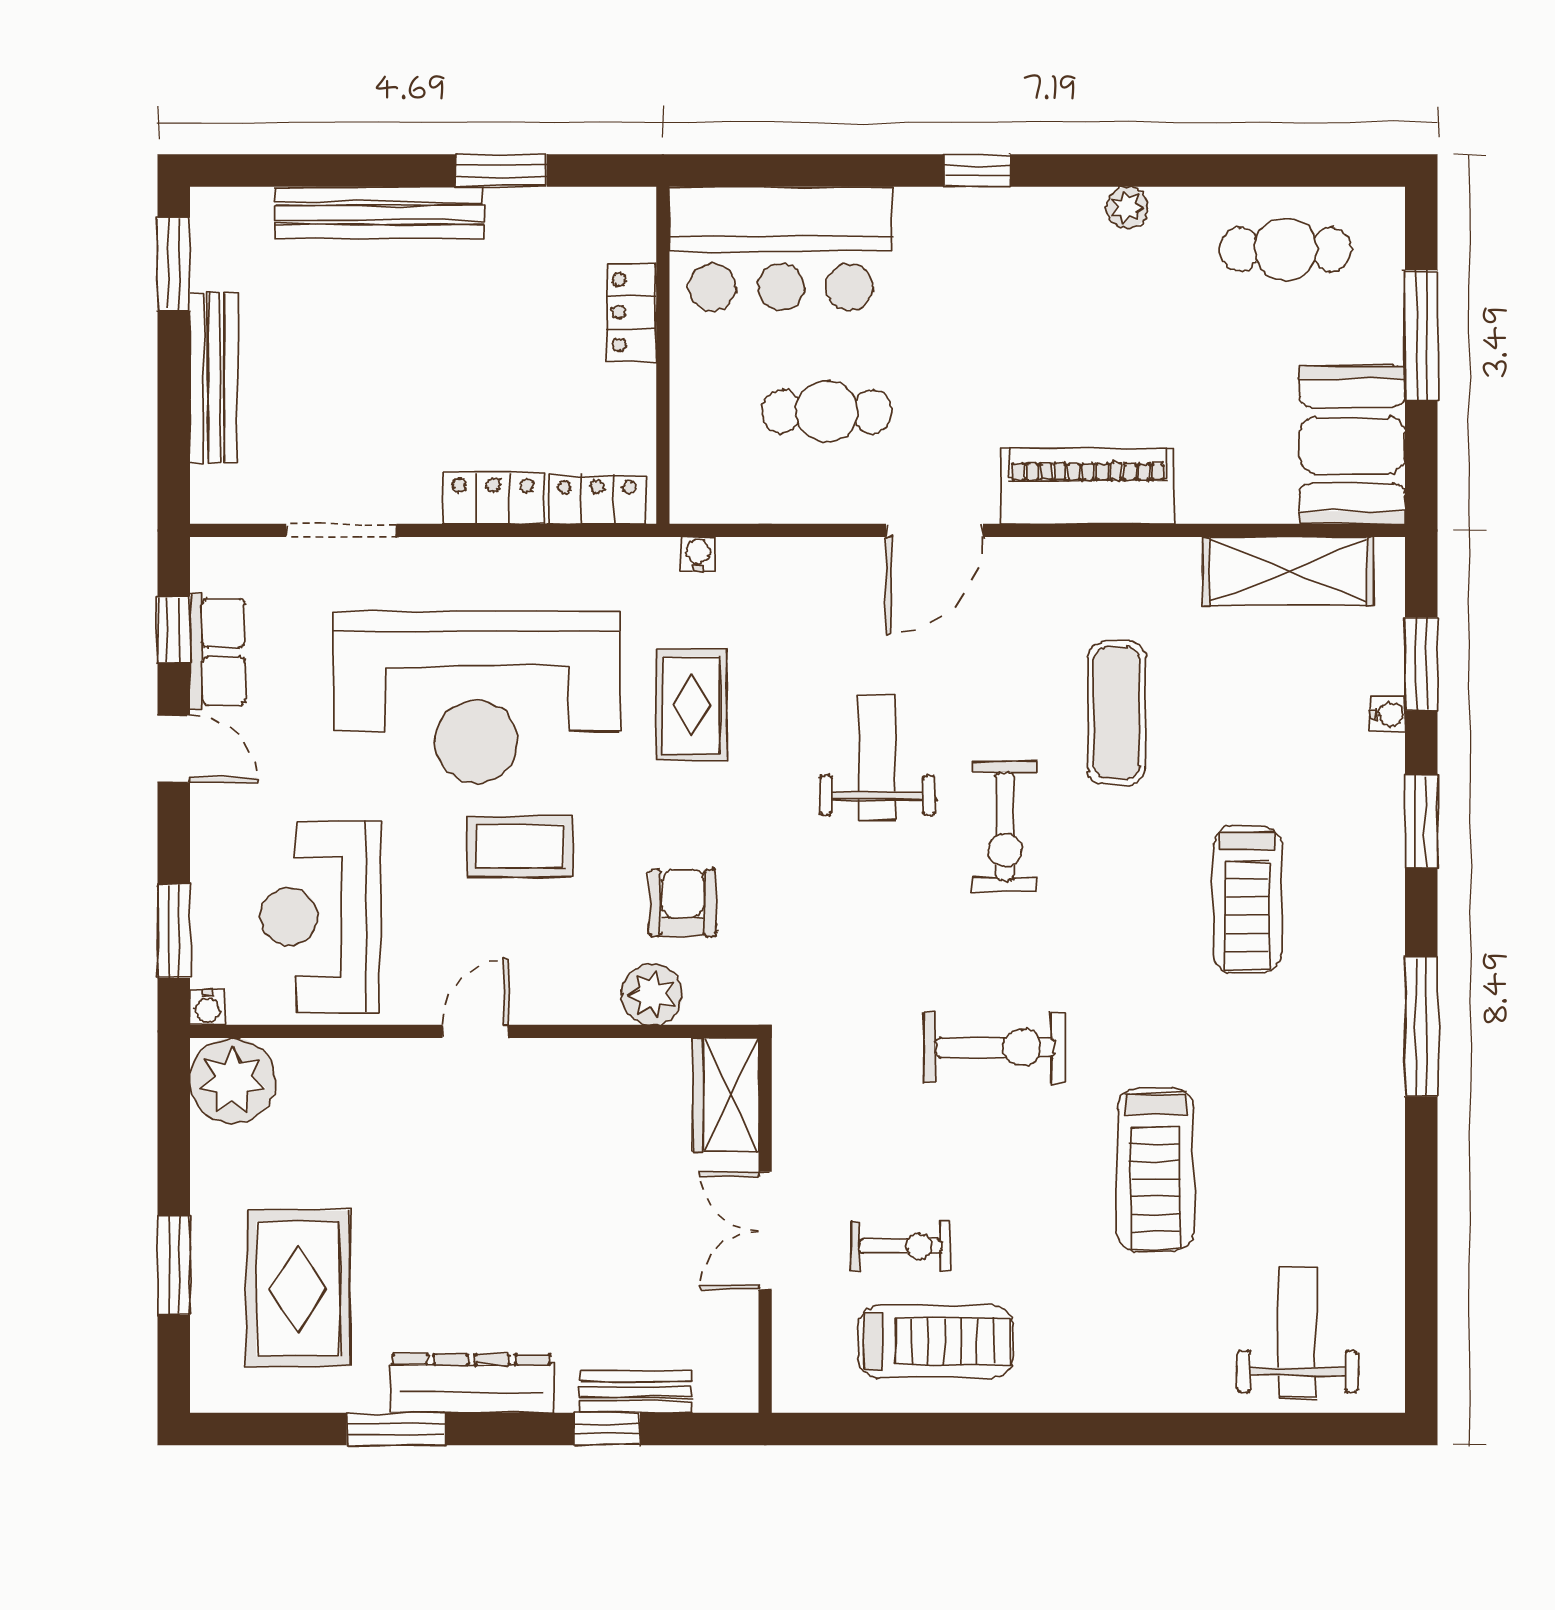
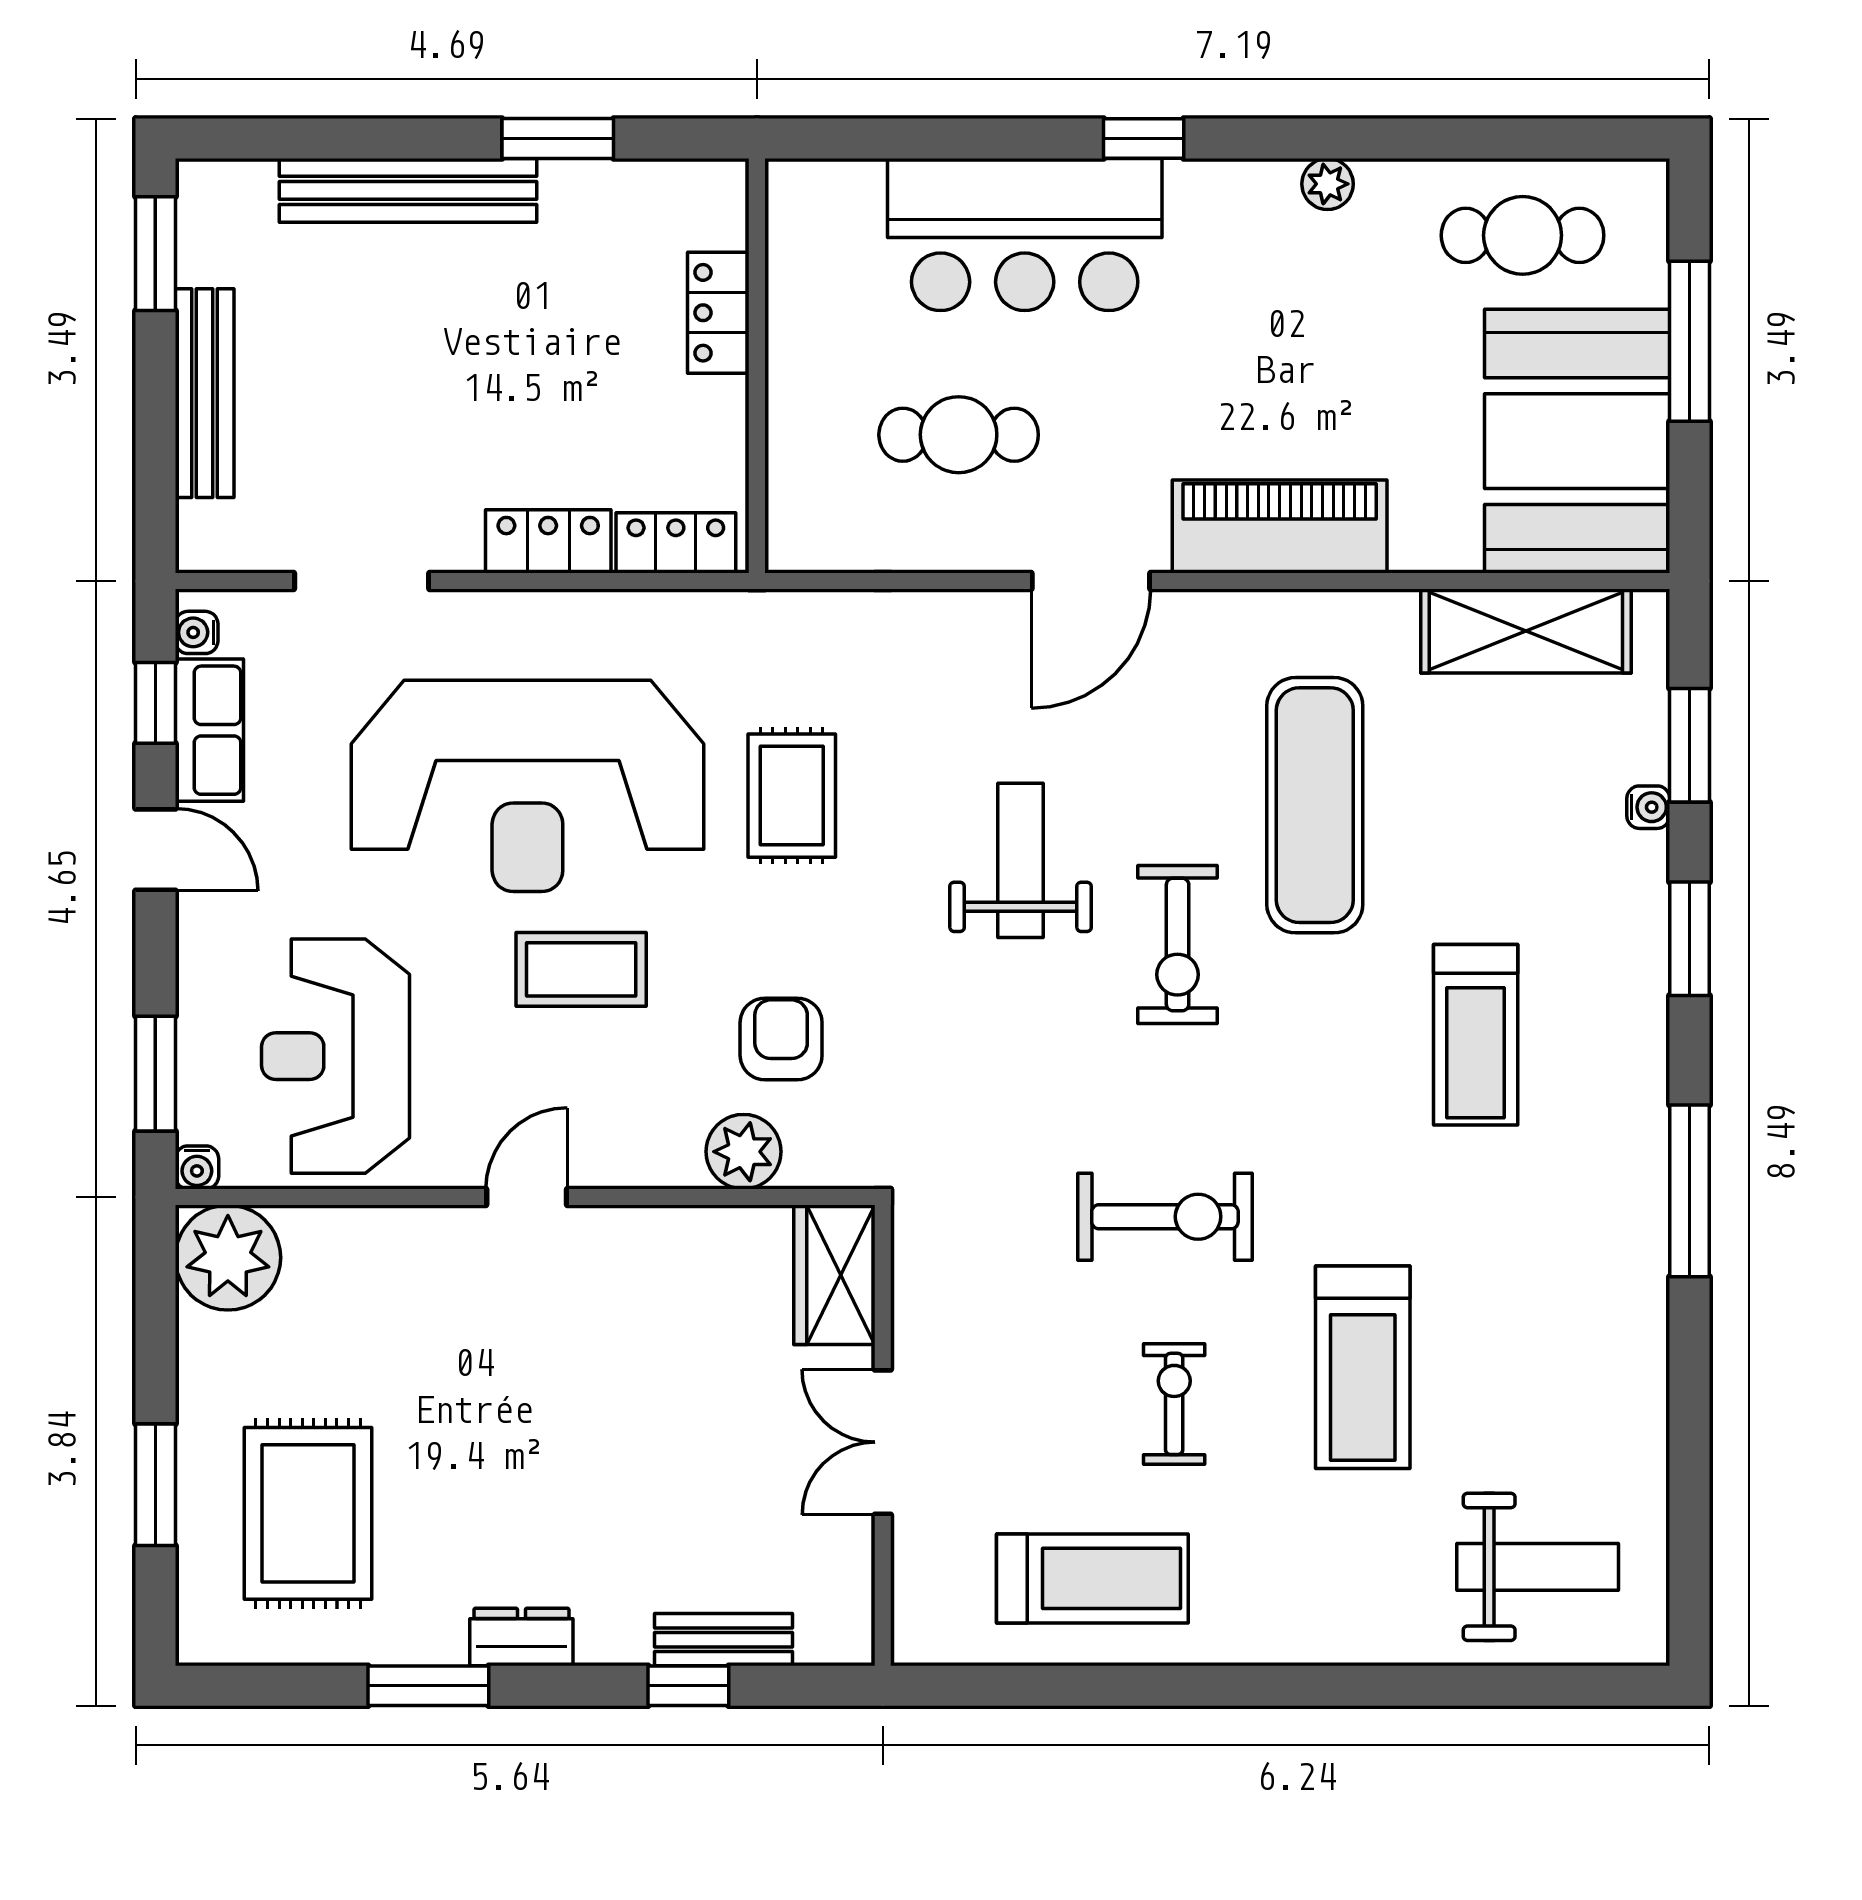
bar counter: (781, 249) -> (1025, 235), moved
booth: (1352, 445) -> (1577, 441), width x1.36, depth x1.42
water cooler: (698, 554) -> (197, 632), moved, turned -90
exercise mat: (1117, 713) -> (1315, 805), width x1.36, depth x1.45
exercise bike: (900, 1246) -> (1174, 1404), moved, turned -90
weight bench: (1298, 1332) -> (1538, 1567), turned 90
dresser: (471, 1384) -> (521, 1637), width x0.51, depth x0.80

